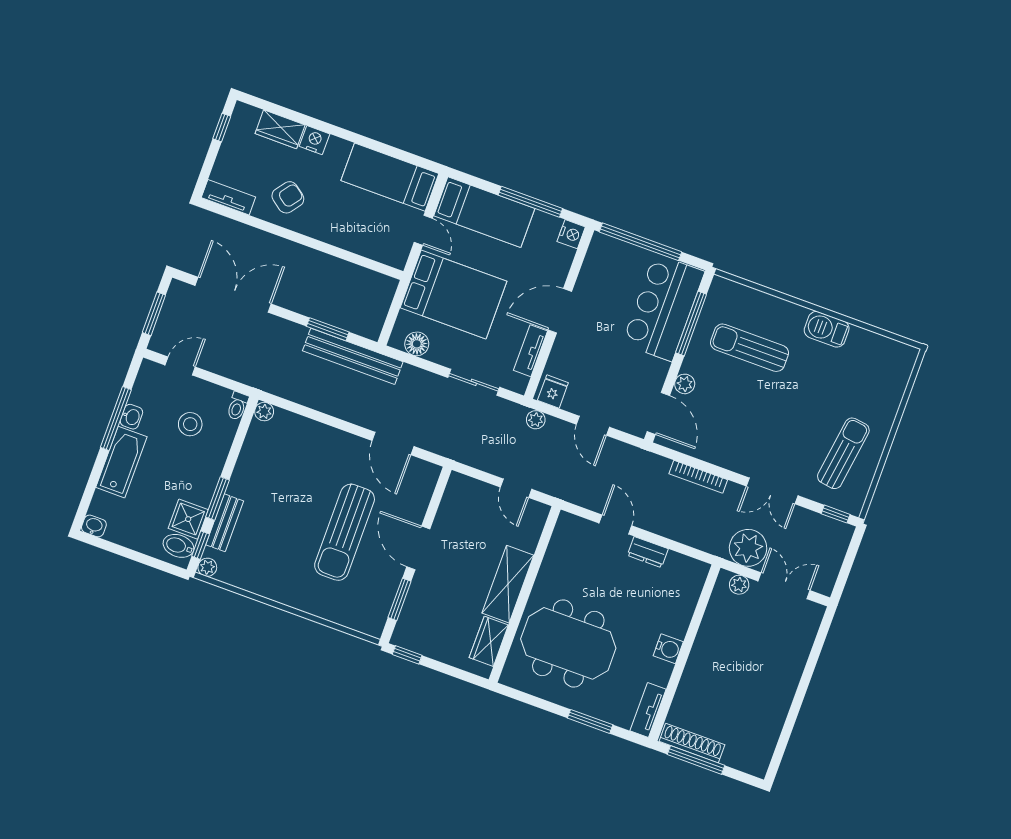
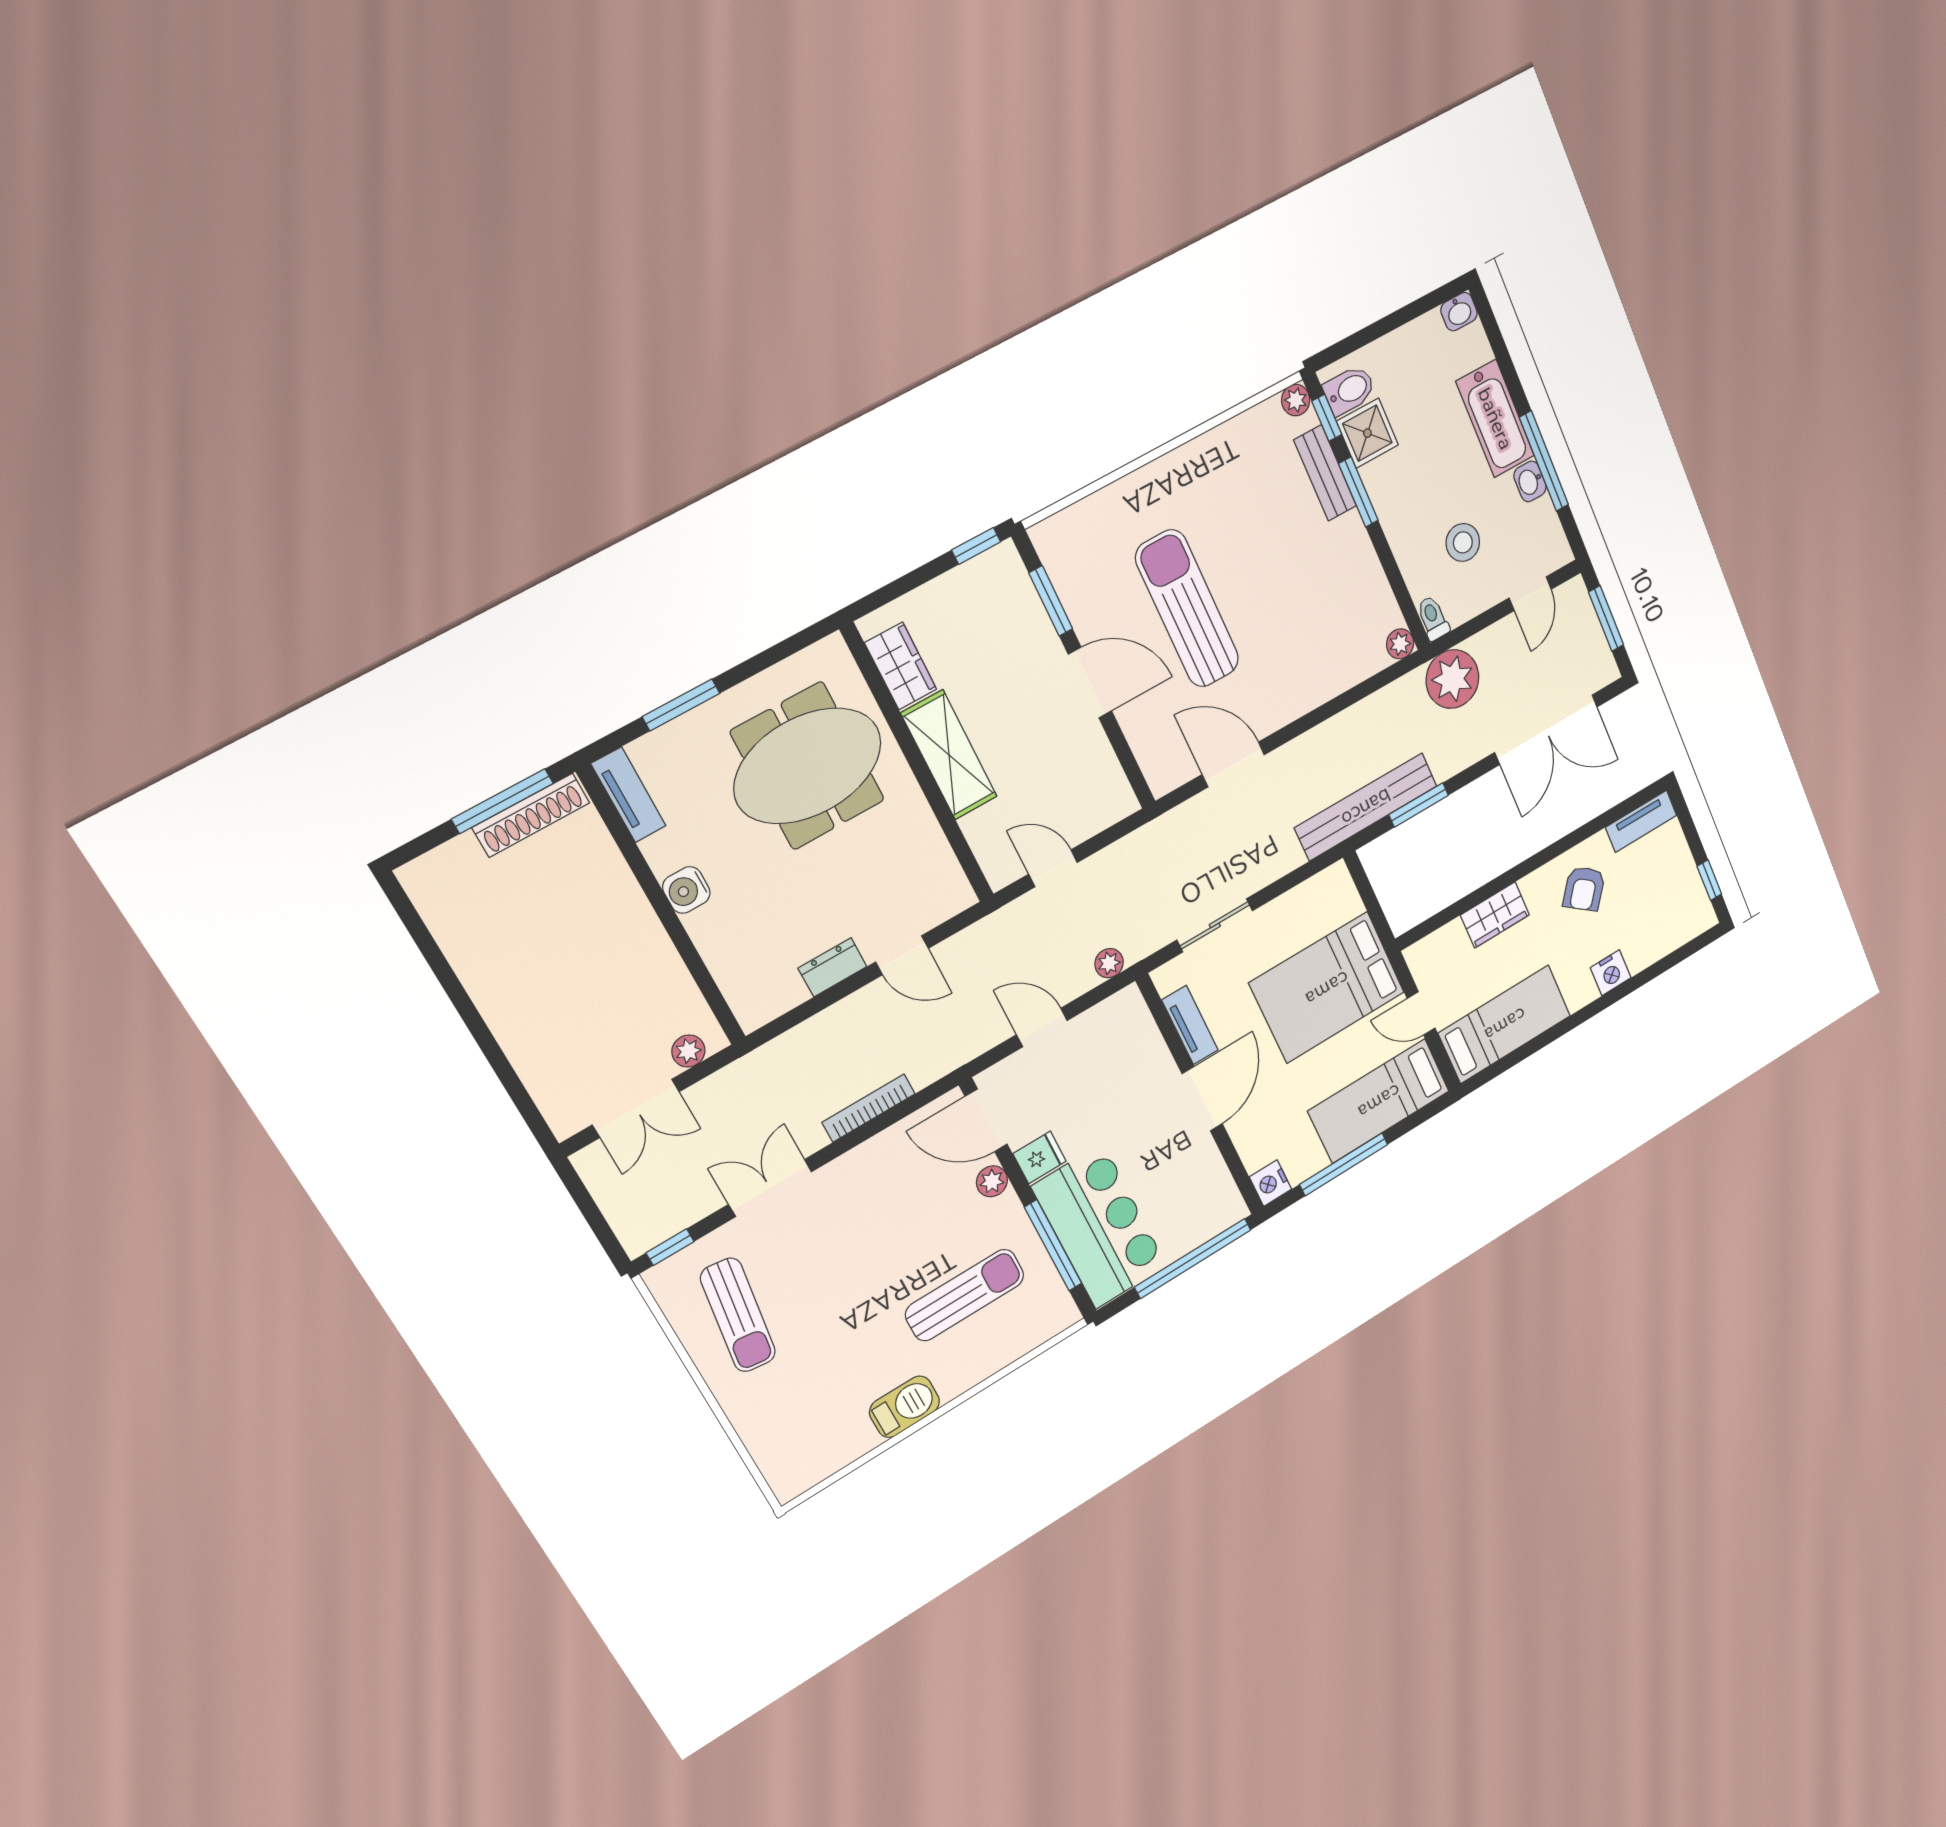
wardrobe: (280, 129) -> (1495, 915), moved, turned 180
floor lamp: (417, 344) -> (1314, 896), removed
fridge: (553, 392) -> (1040, 1157), moved, turned -90
plant: (748, 548) -> (1452, 679), moved

